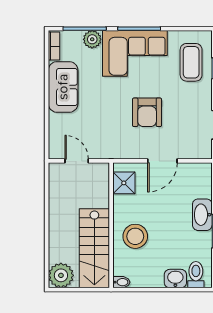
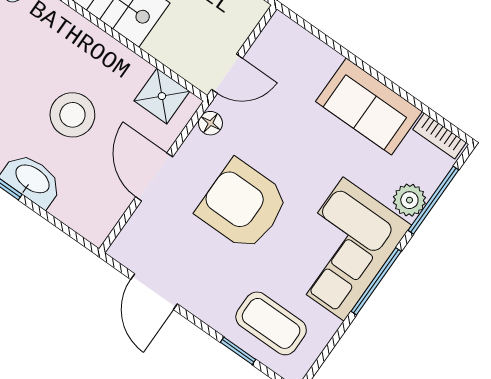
armchair: (147, 112) -> (243, 205), width x1.36, depth x1.36
floor lamp: (121, 153) -> (210, 123), added
door: (77, 161) -> (227, 74), moved
stool: (135, 236) -> (72, 115), moved

